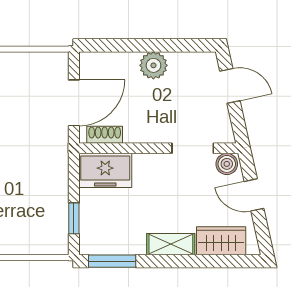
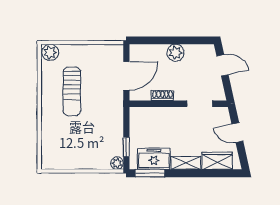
shoe rack: (105, 135) -> (162, 95), moved
boiler: (227, 164) -> (221, 113), removed
freezer: (105, 170) -> (154, 159), moved, turned 180
plant: (59, 245) -> (117, 163), added

